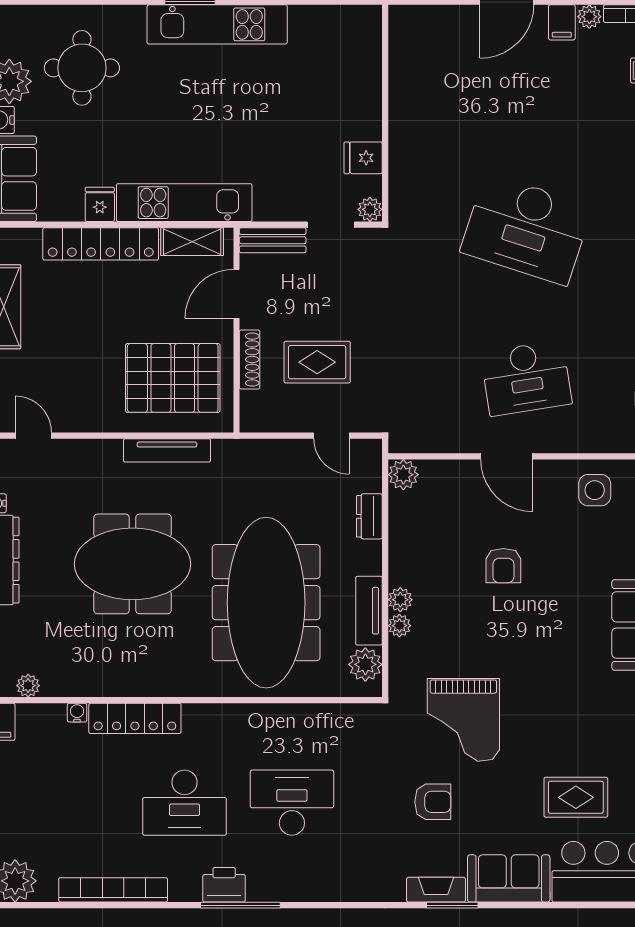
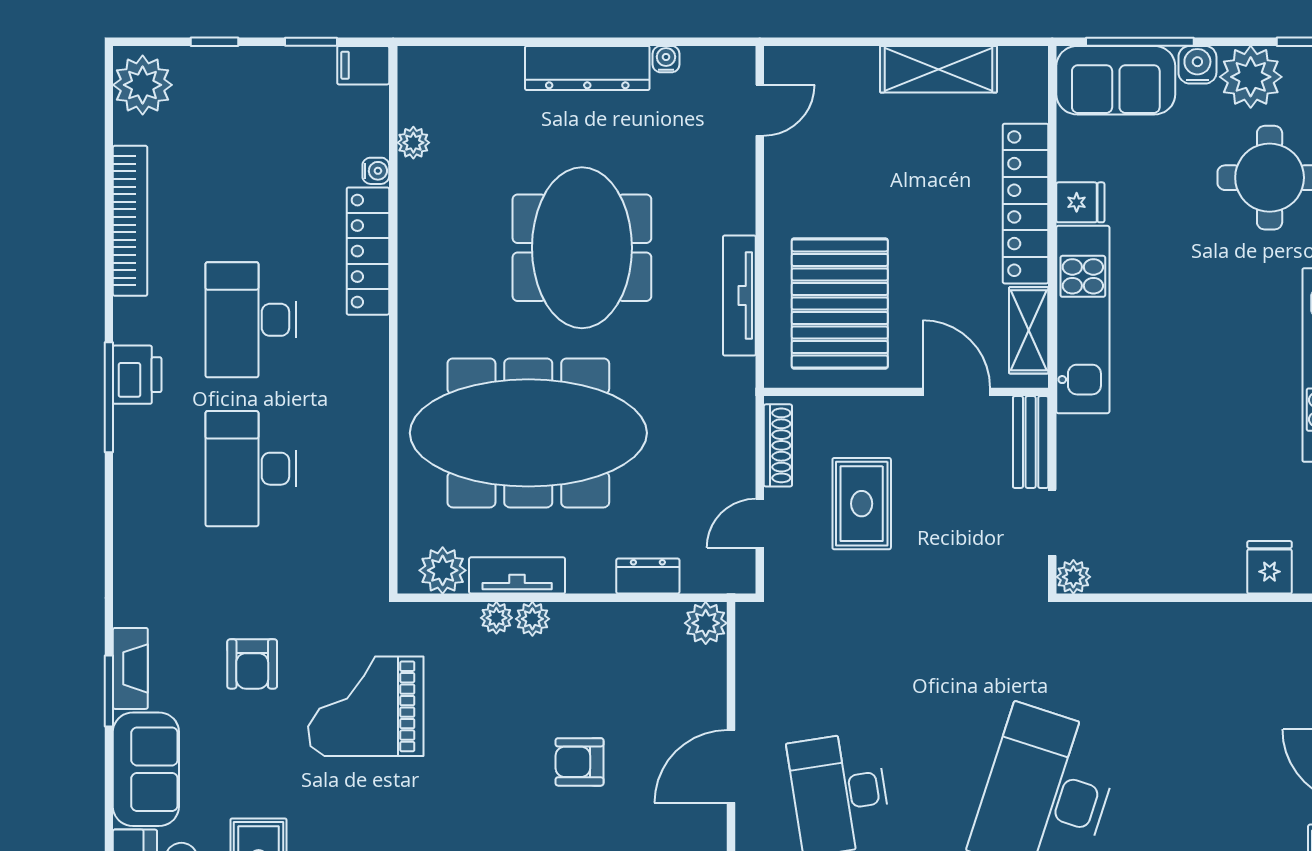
fridge: (363, 158) -> (1270, 567), moved
shoe rack: (250, 360) -> (778, 445), moved, turned -90
plant: (28, 686) -> (413, 143), moved
desk: (292, 803) -> (251, 469), turned 180

